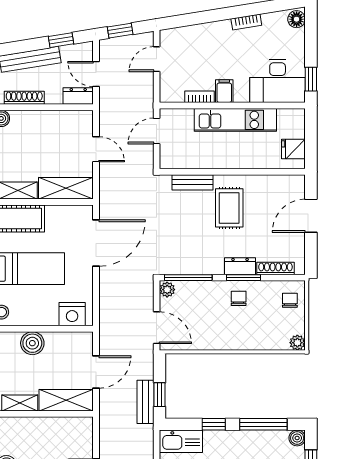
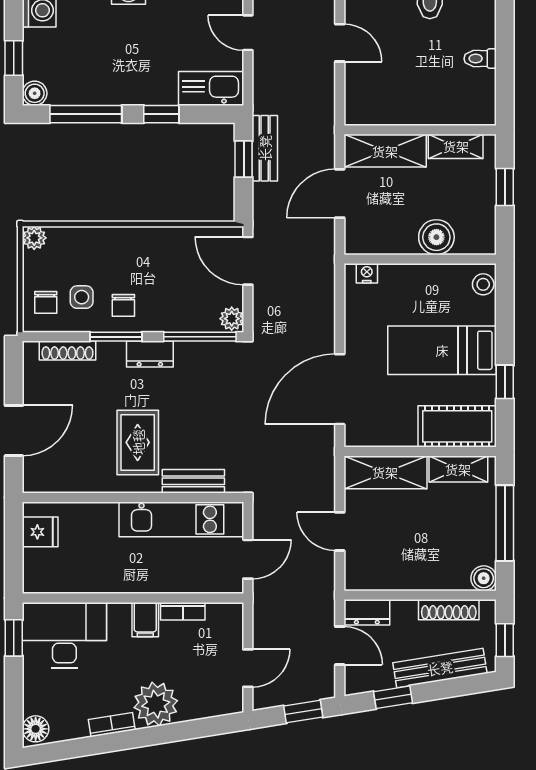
plant: (217, 36) -> (156, 704), added
kitchen unit: (235, 120) -> (181, 519), moved, turned 180
dresser: (240, 266) -> (150, 354), moved
side table: (266, 304) -> (82, 297), added
nightstand: (72, 314) -> (367, 273), width x0.53, depth x0.56

